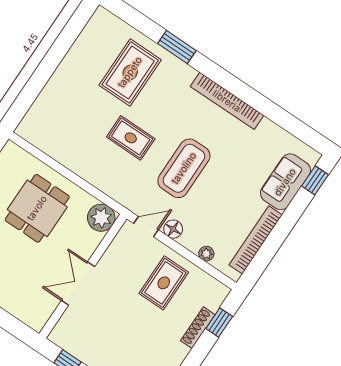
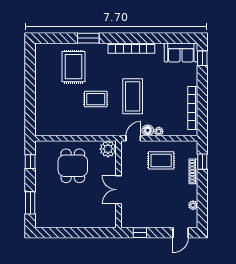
sofa: (285, 182) -> (181, 52), moved, turned -90
plant: (206, 254) -> (159, 131), moved
rug: (164, 283) -> (161, 160), turned 90

